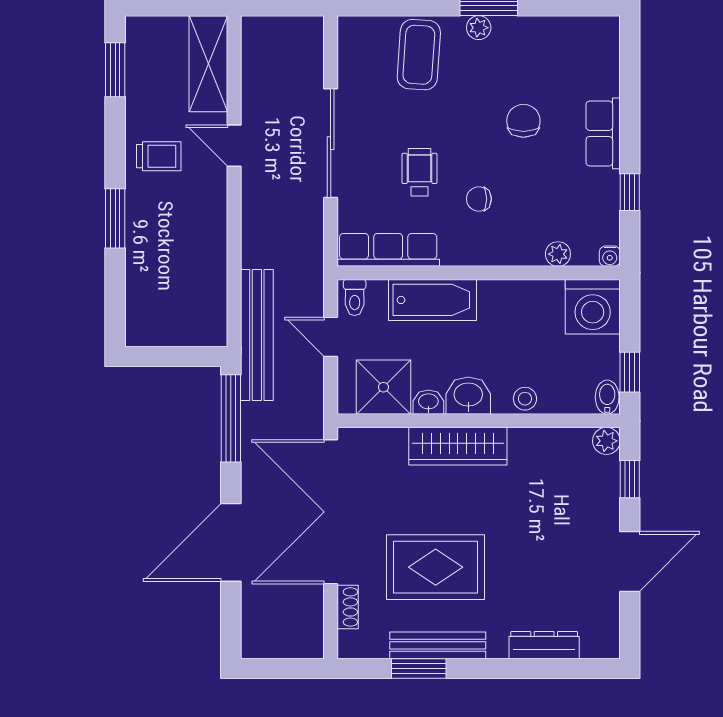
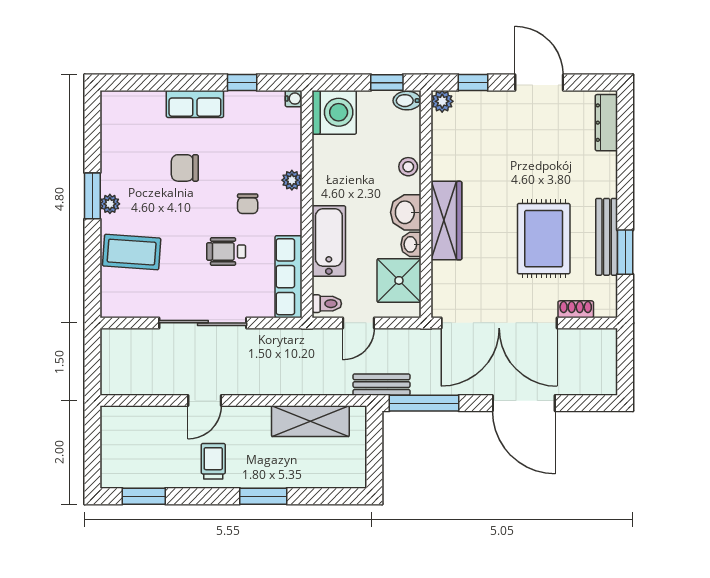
shelving: (208, 64) -> (310, 421), moved
plant: (558, 254) -> (292, 180), moved
bench: (257, 335) -> (382, 385), width x0.54, depth x0.82
dresser: (544, 645) -> (606, 123), moved

